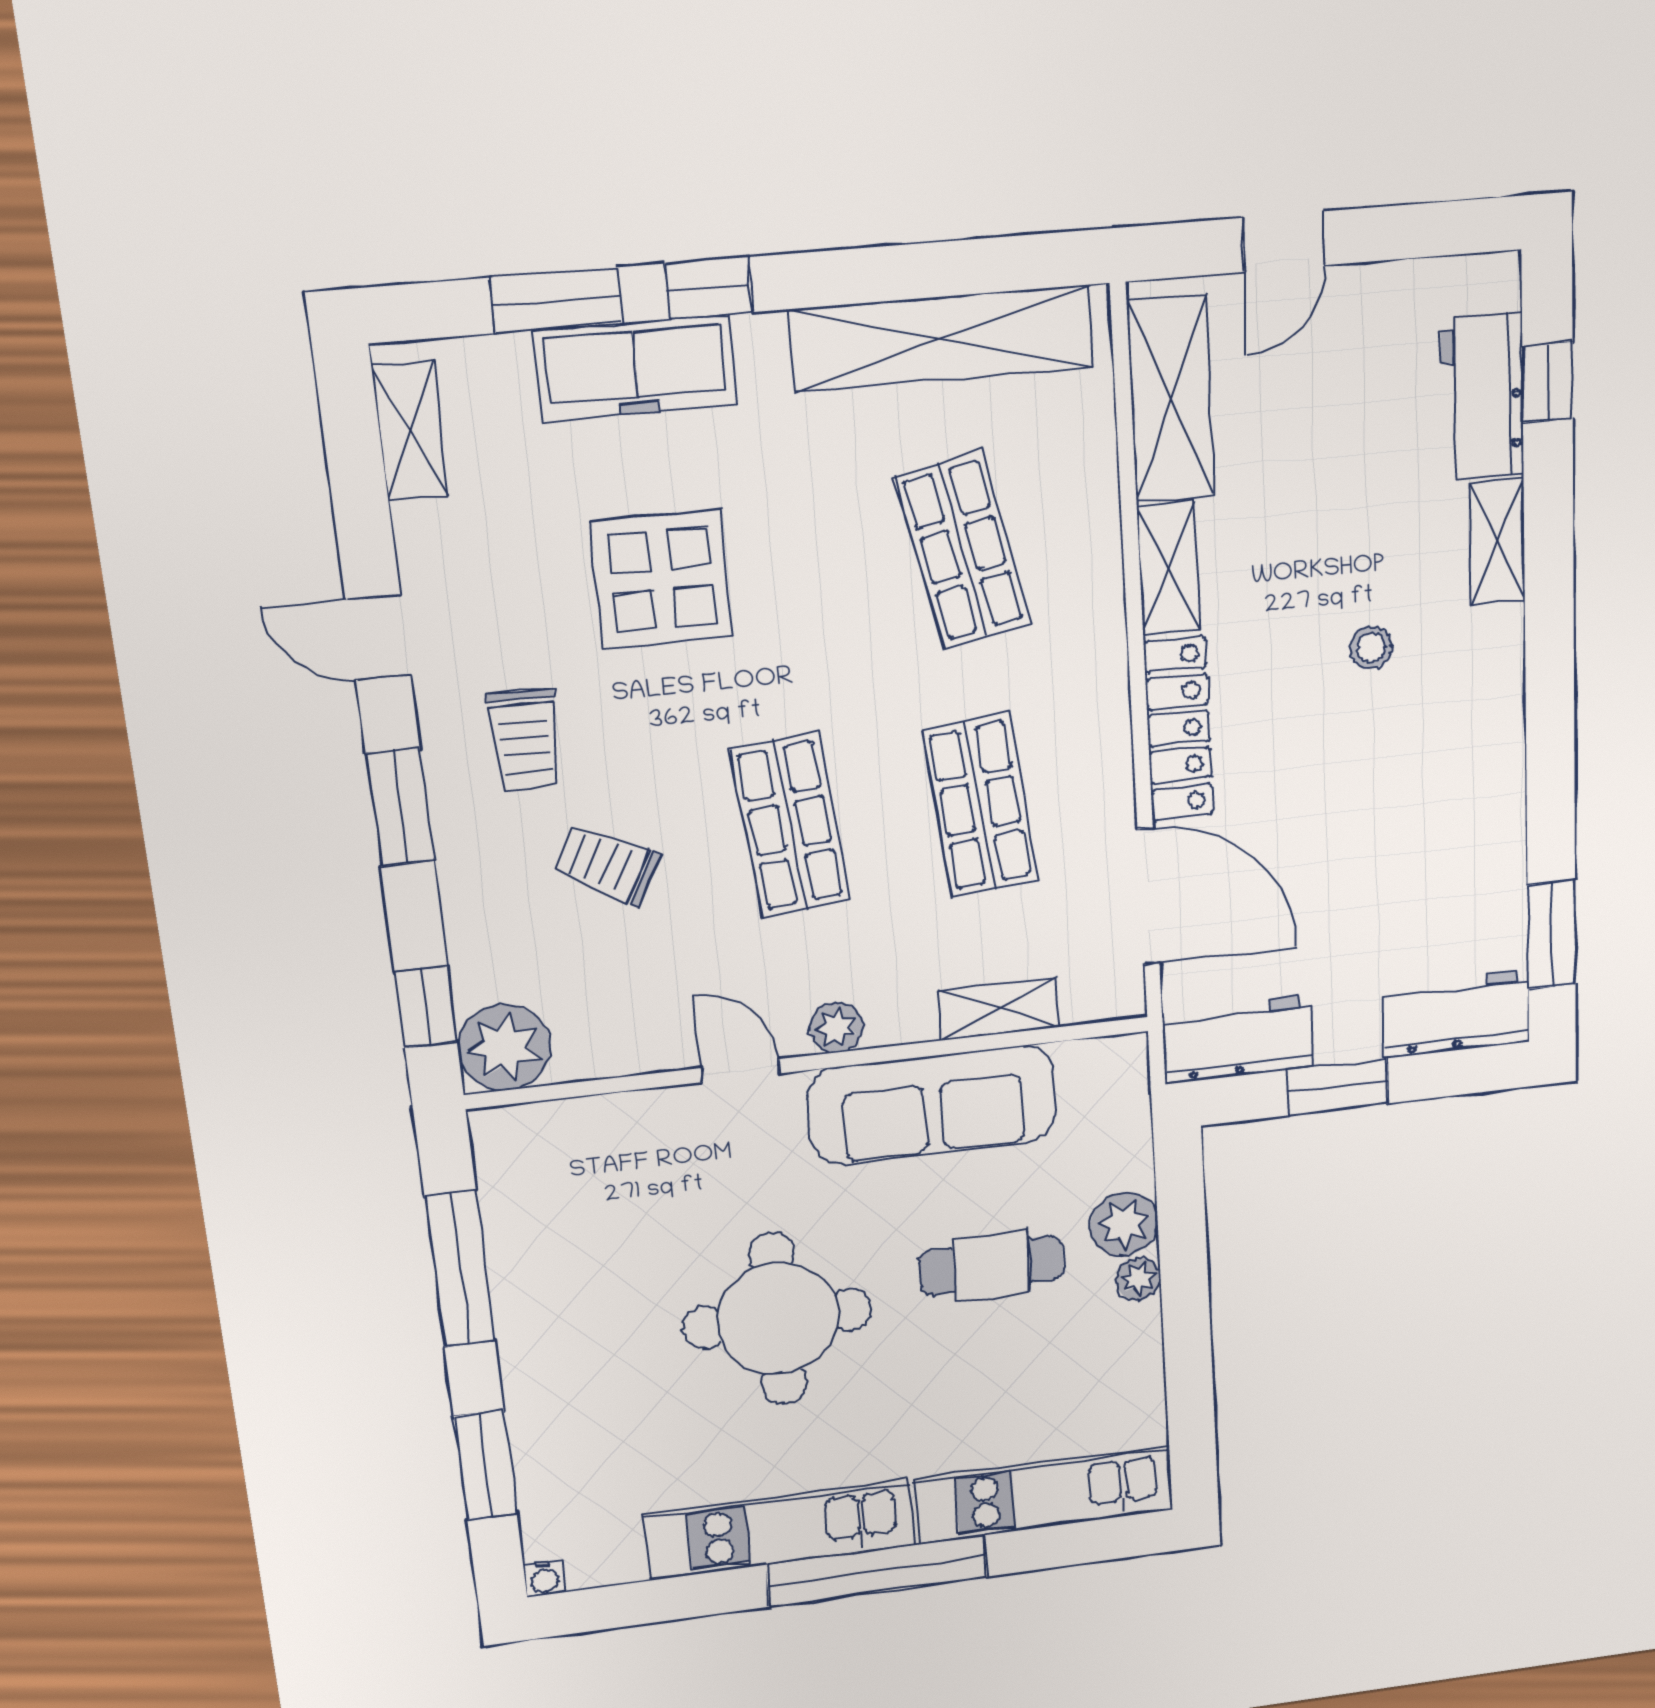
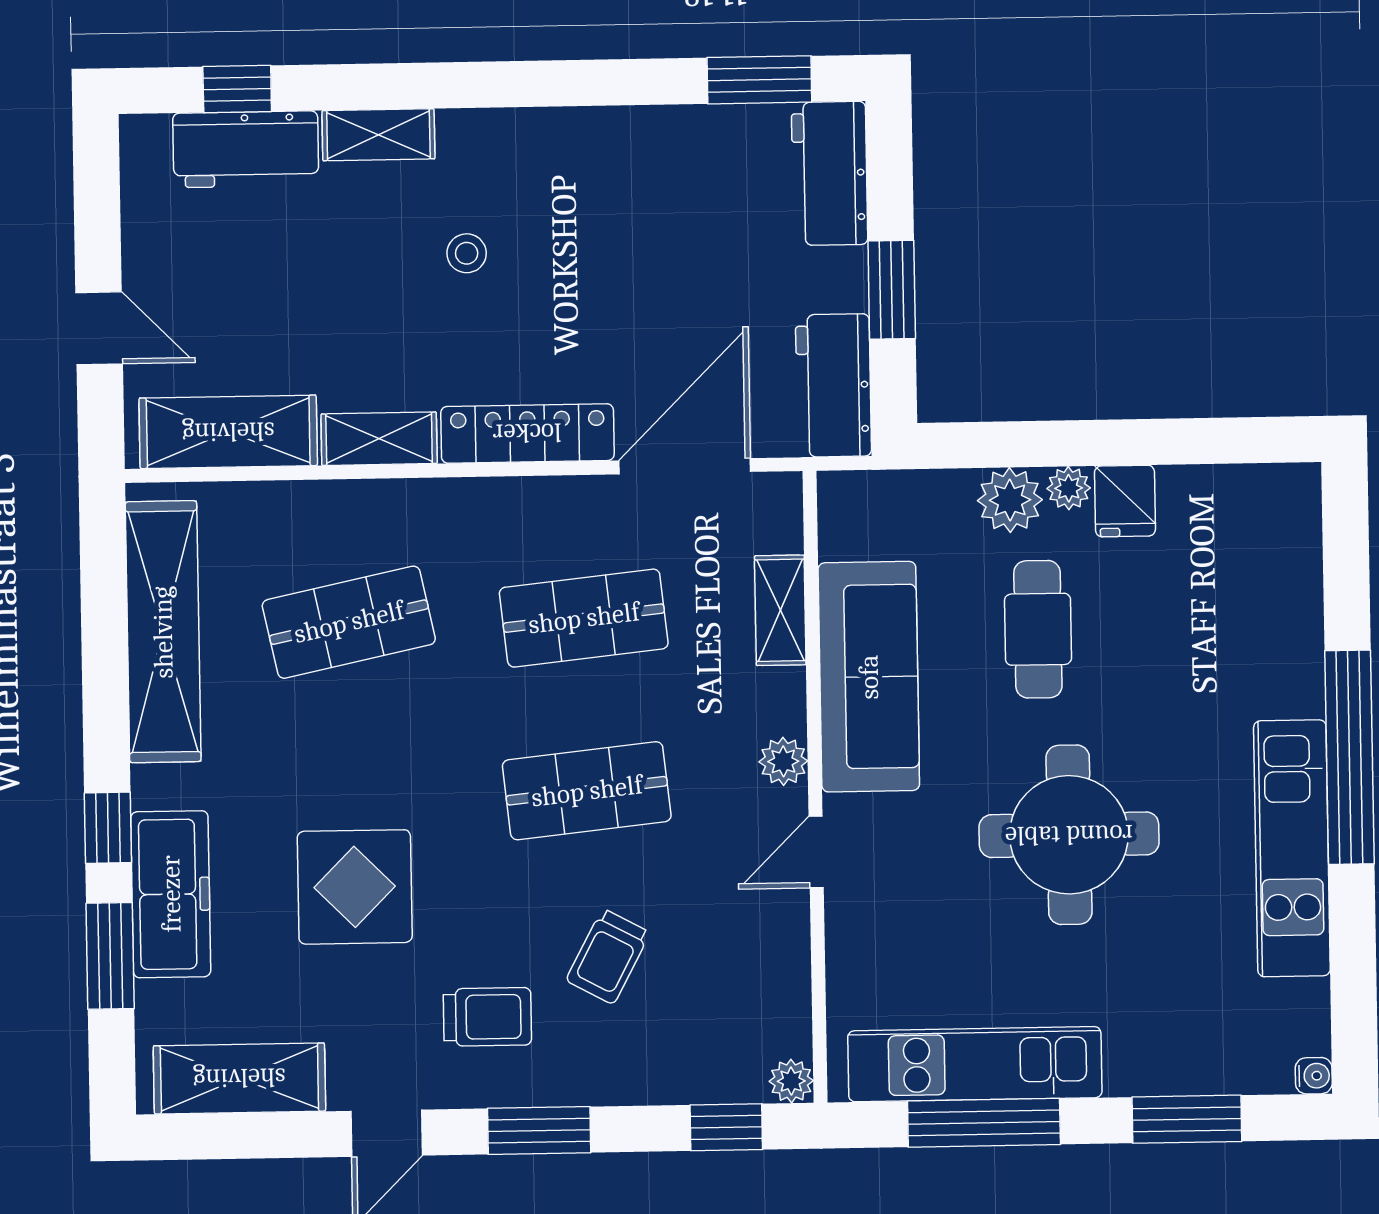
shelving: (410, 431) -> (239, 1078), width x1.50, depth x1.33
plant: (504, 1047) -> (791, 1081), width x0.53, depth x0.53
fridge: (1127, 1334) -> (1125, 501), added
kitchen unit: (1044, 1494) -> (975, 1064), moved, turned 90

